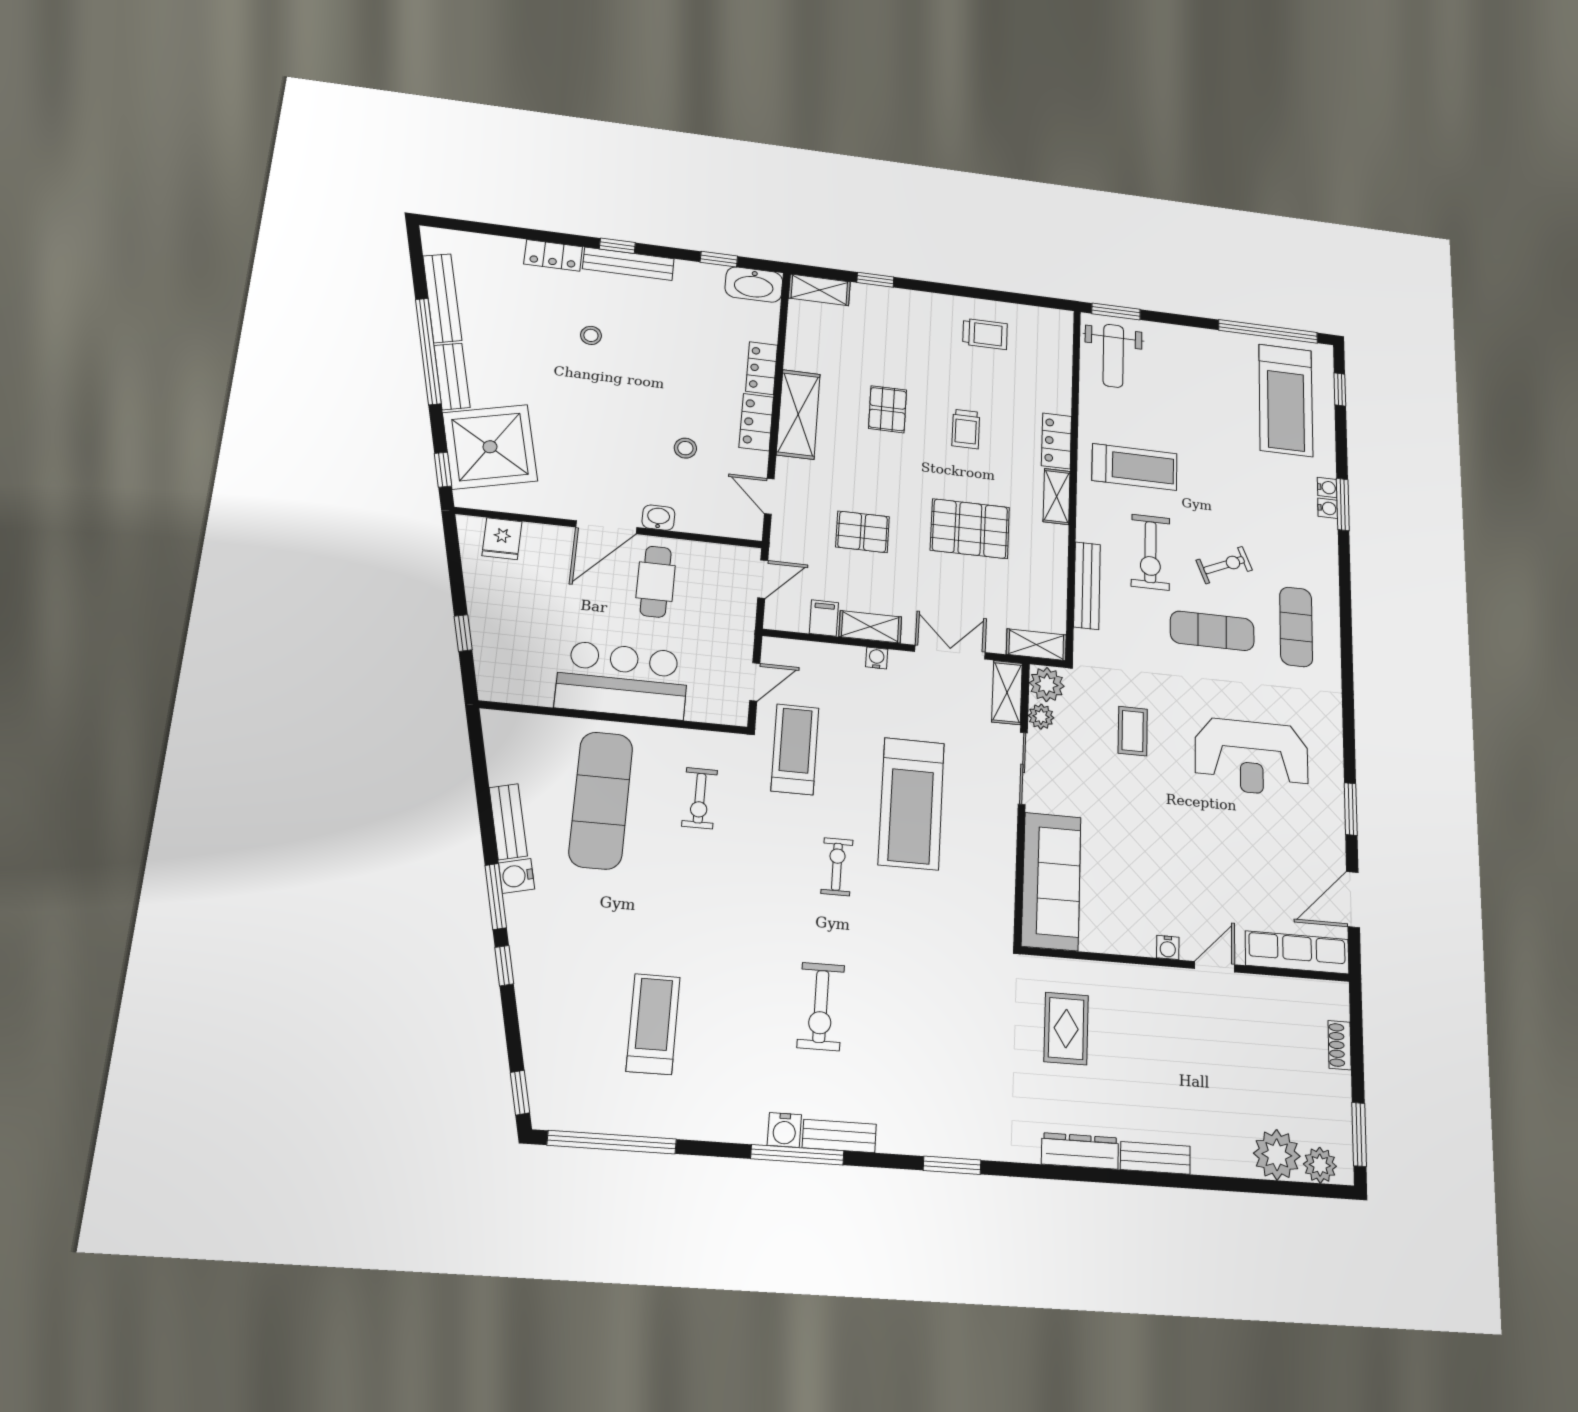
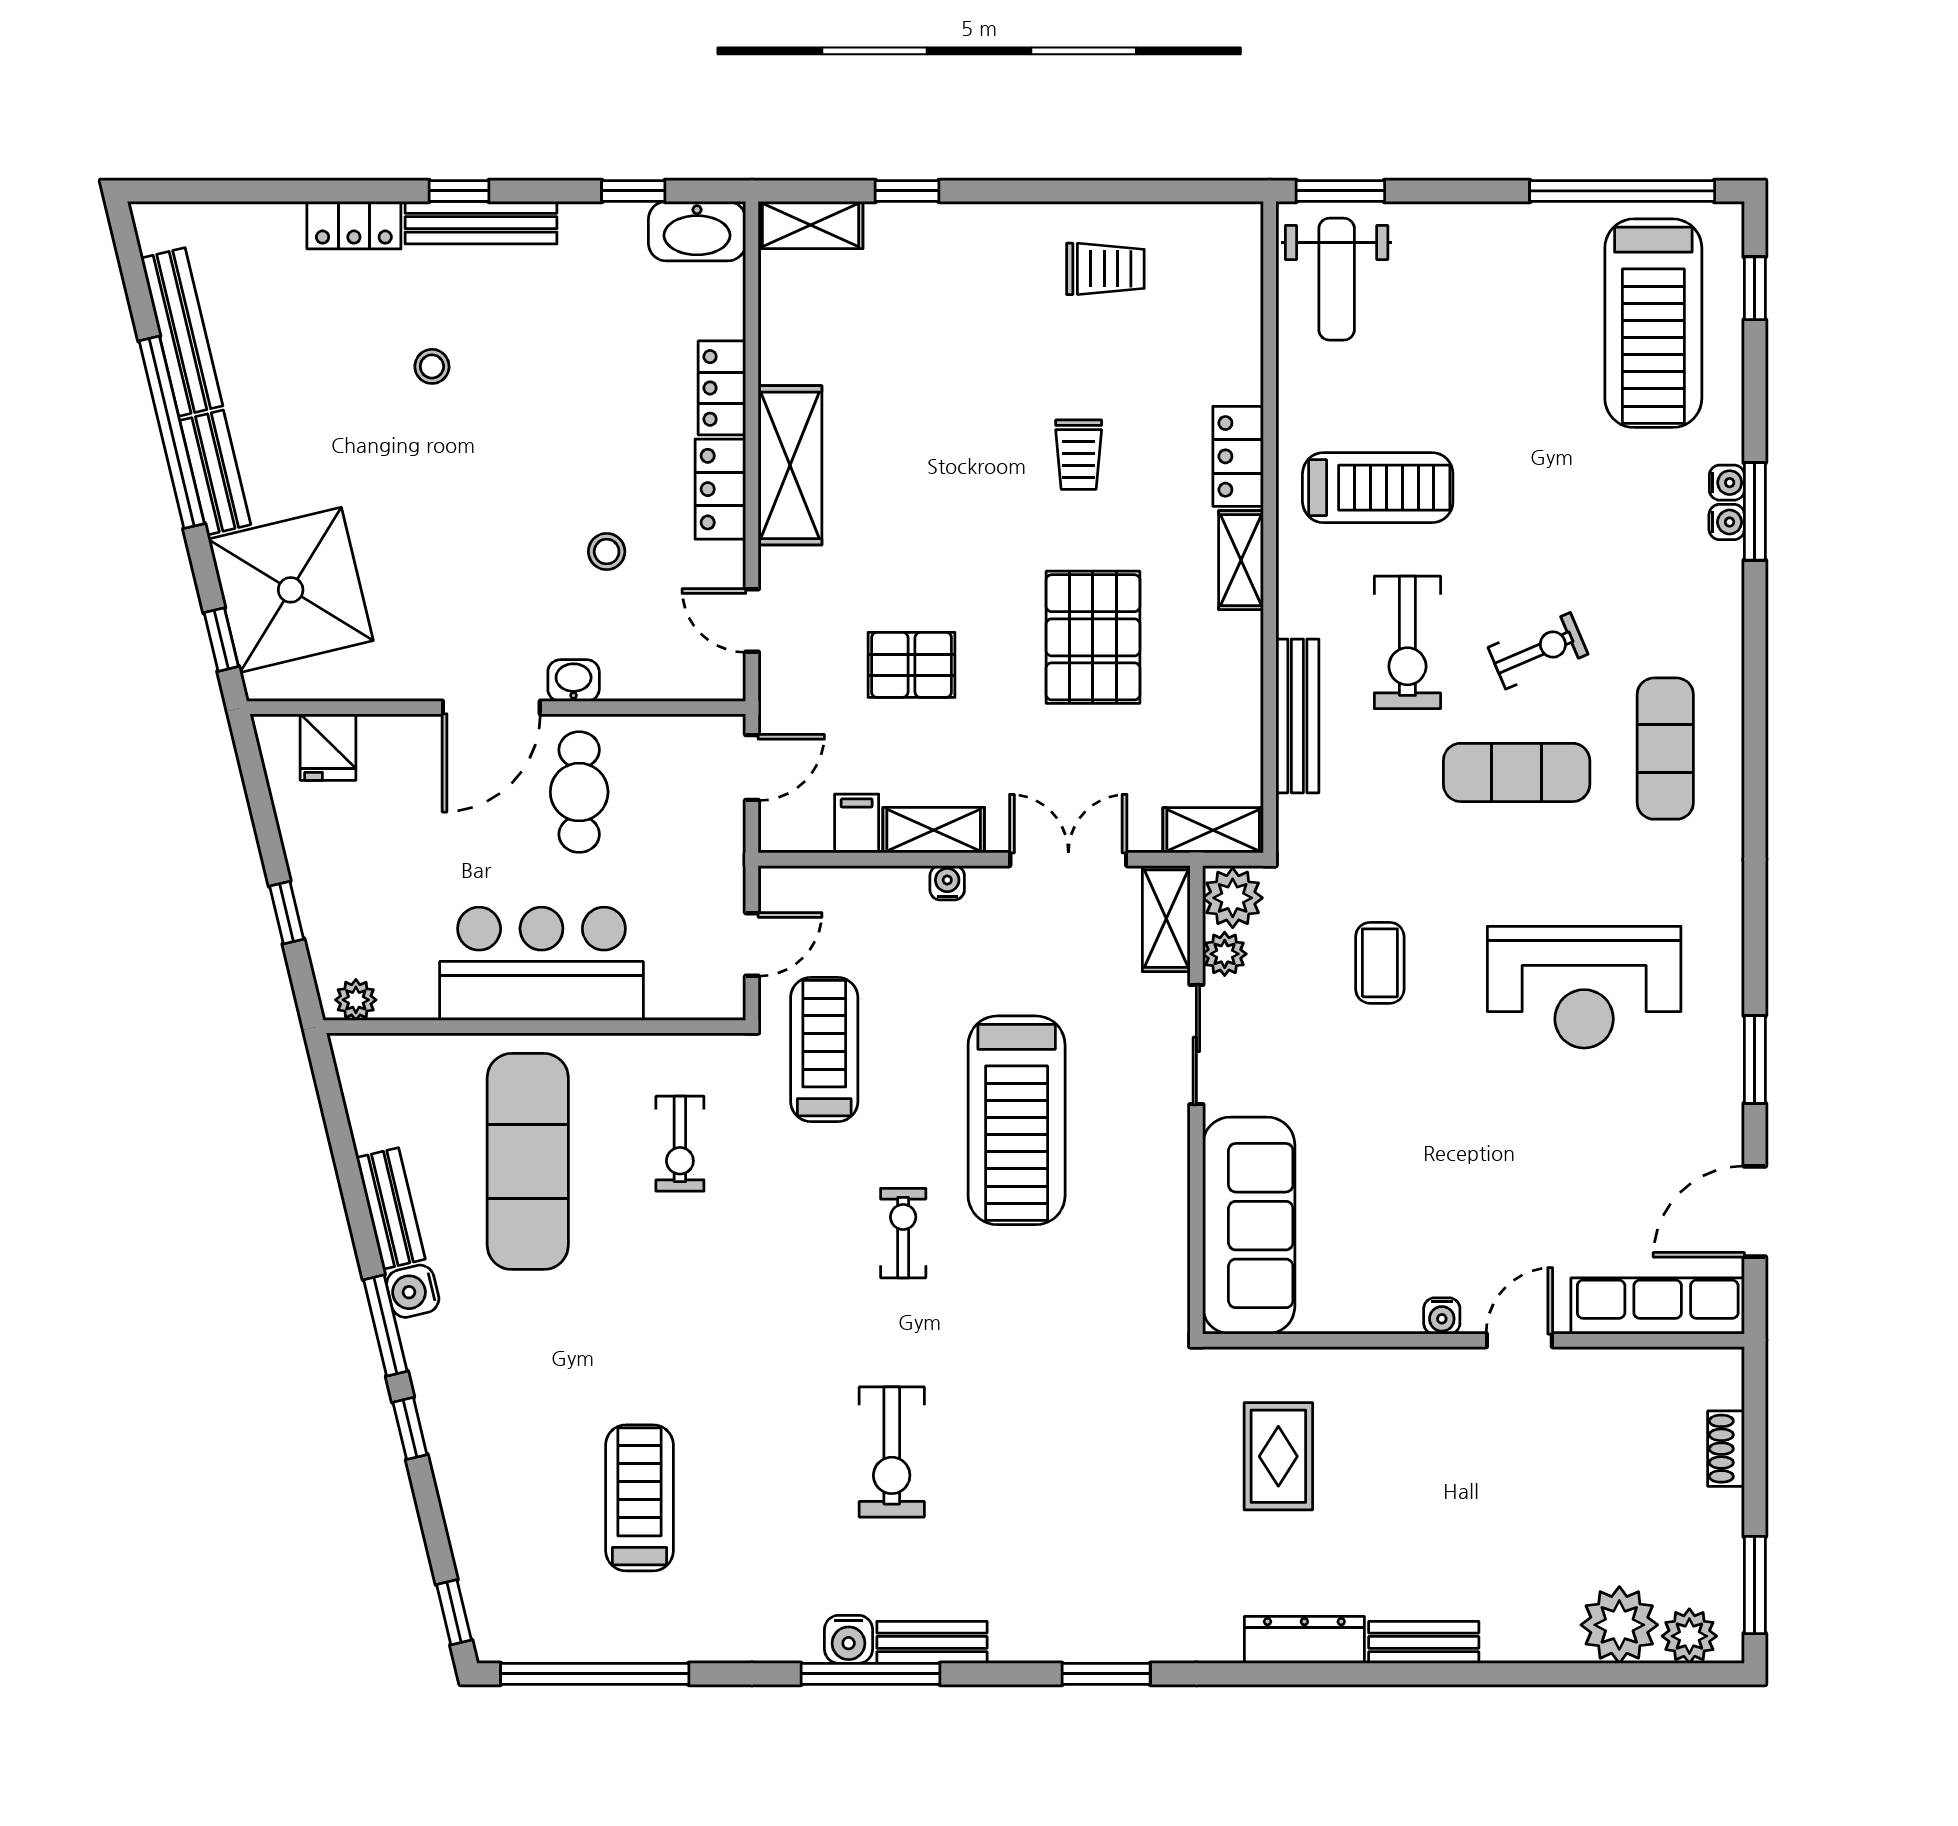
pallet: (888, 409) -> (942, 436), removed
pallet: (970, 529) -> (1093, 637), turned 90
plant: (501, 690) -> (356, 1000), added

